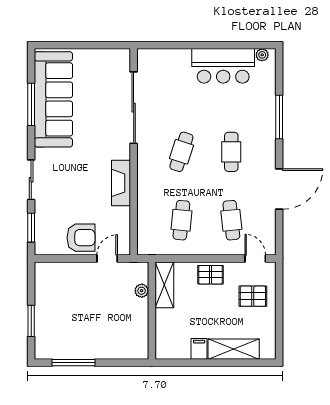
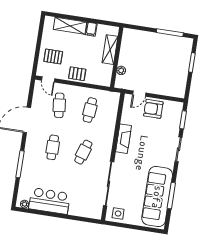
side table: (111, 63) -> (118, 213), added
shelving: (164, 285) -> (110, 50), moved

